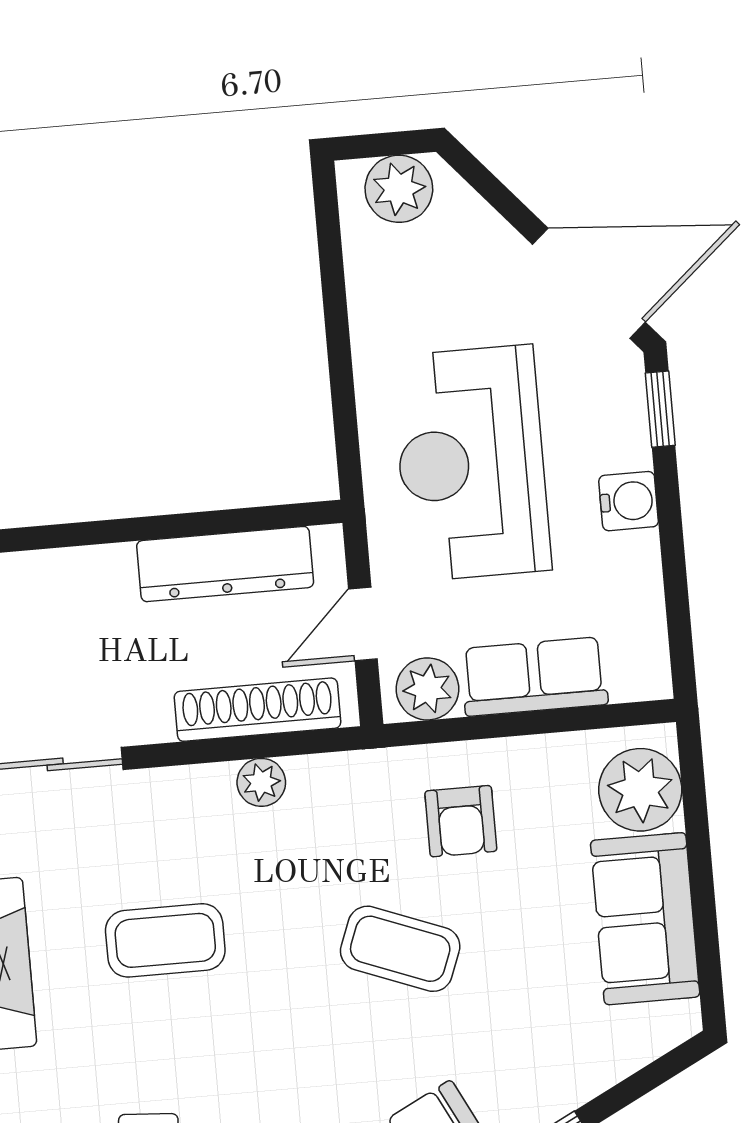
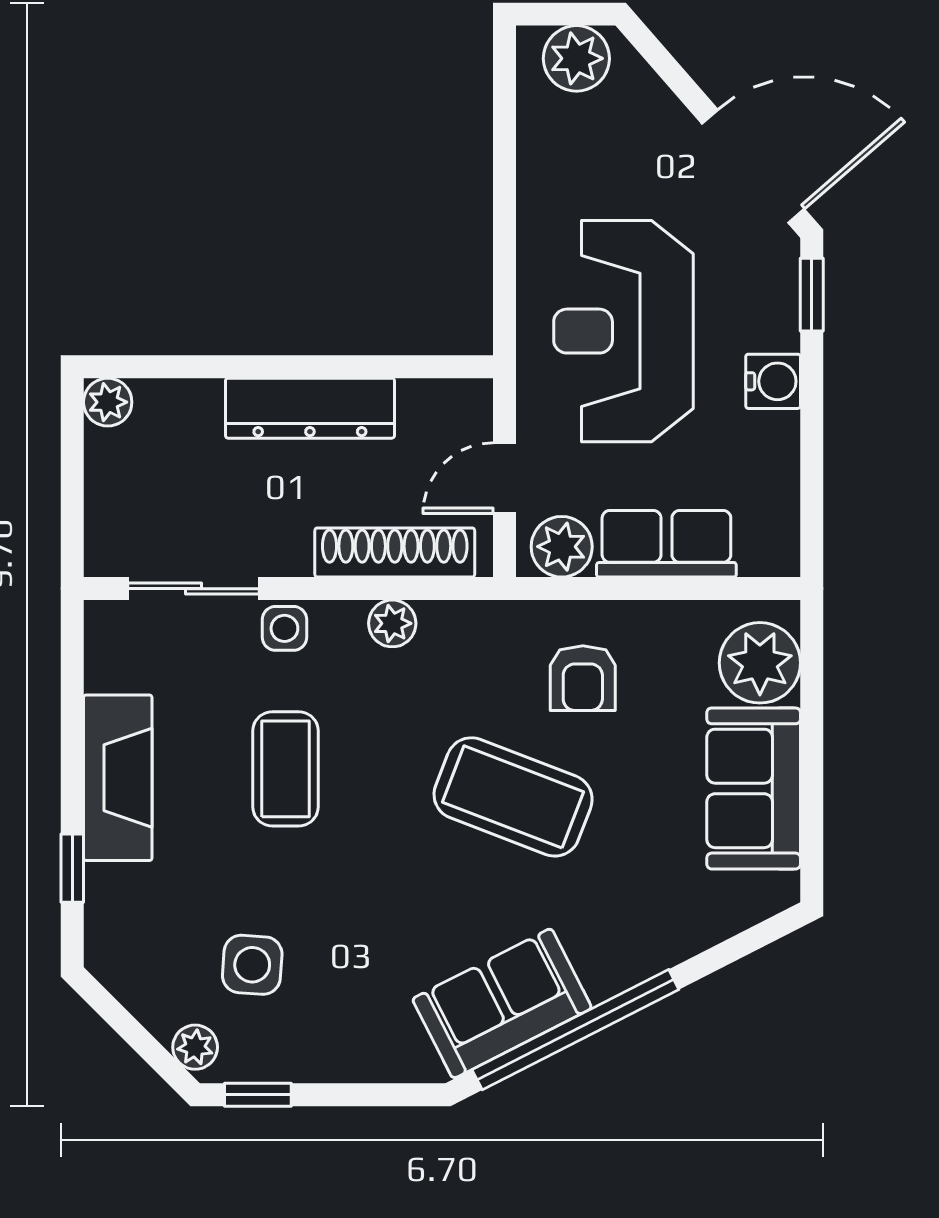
dresser: (225, 564) -> (310, 408), moved
side table: (152, 797) -> (284, 628), added
coffee table: (165, 940) -> (286, 769), turned 90
coffee table: (400, 949) -> (513, 797), width x1.36, depth x1.32

